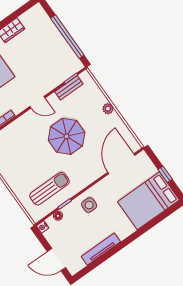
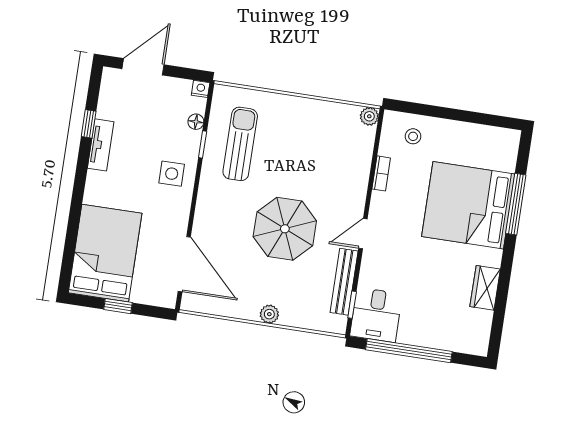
desk: (66, 64) -> (376, 315), added
bench: (69, 88) -> (344, 282), width x1.36
sun lounger: (49, 189) -> (240, 144), turned 180
tv unit: (101, 249) -> (101, 145), width x0.71
window: (102, 259) -> (89, 124), added

